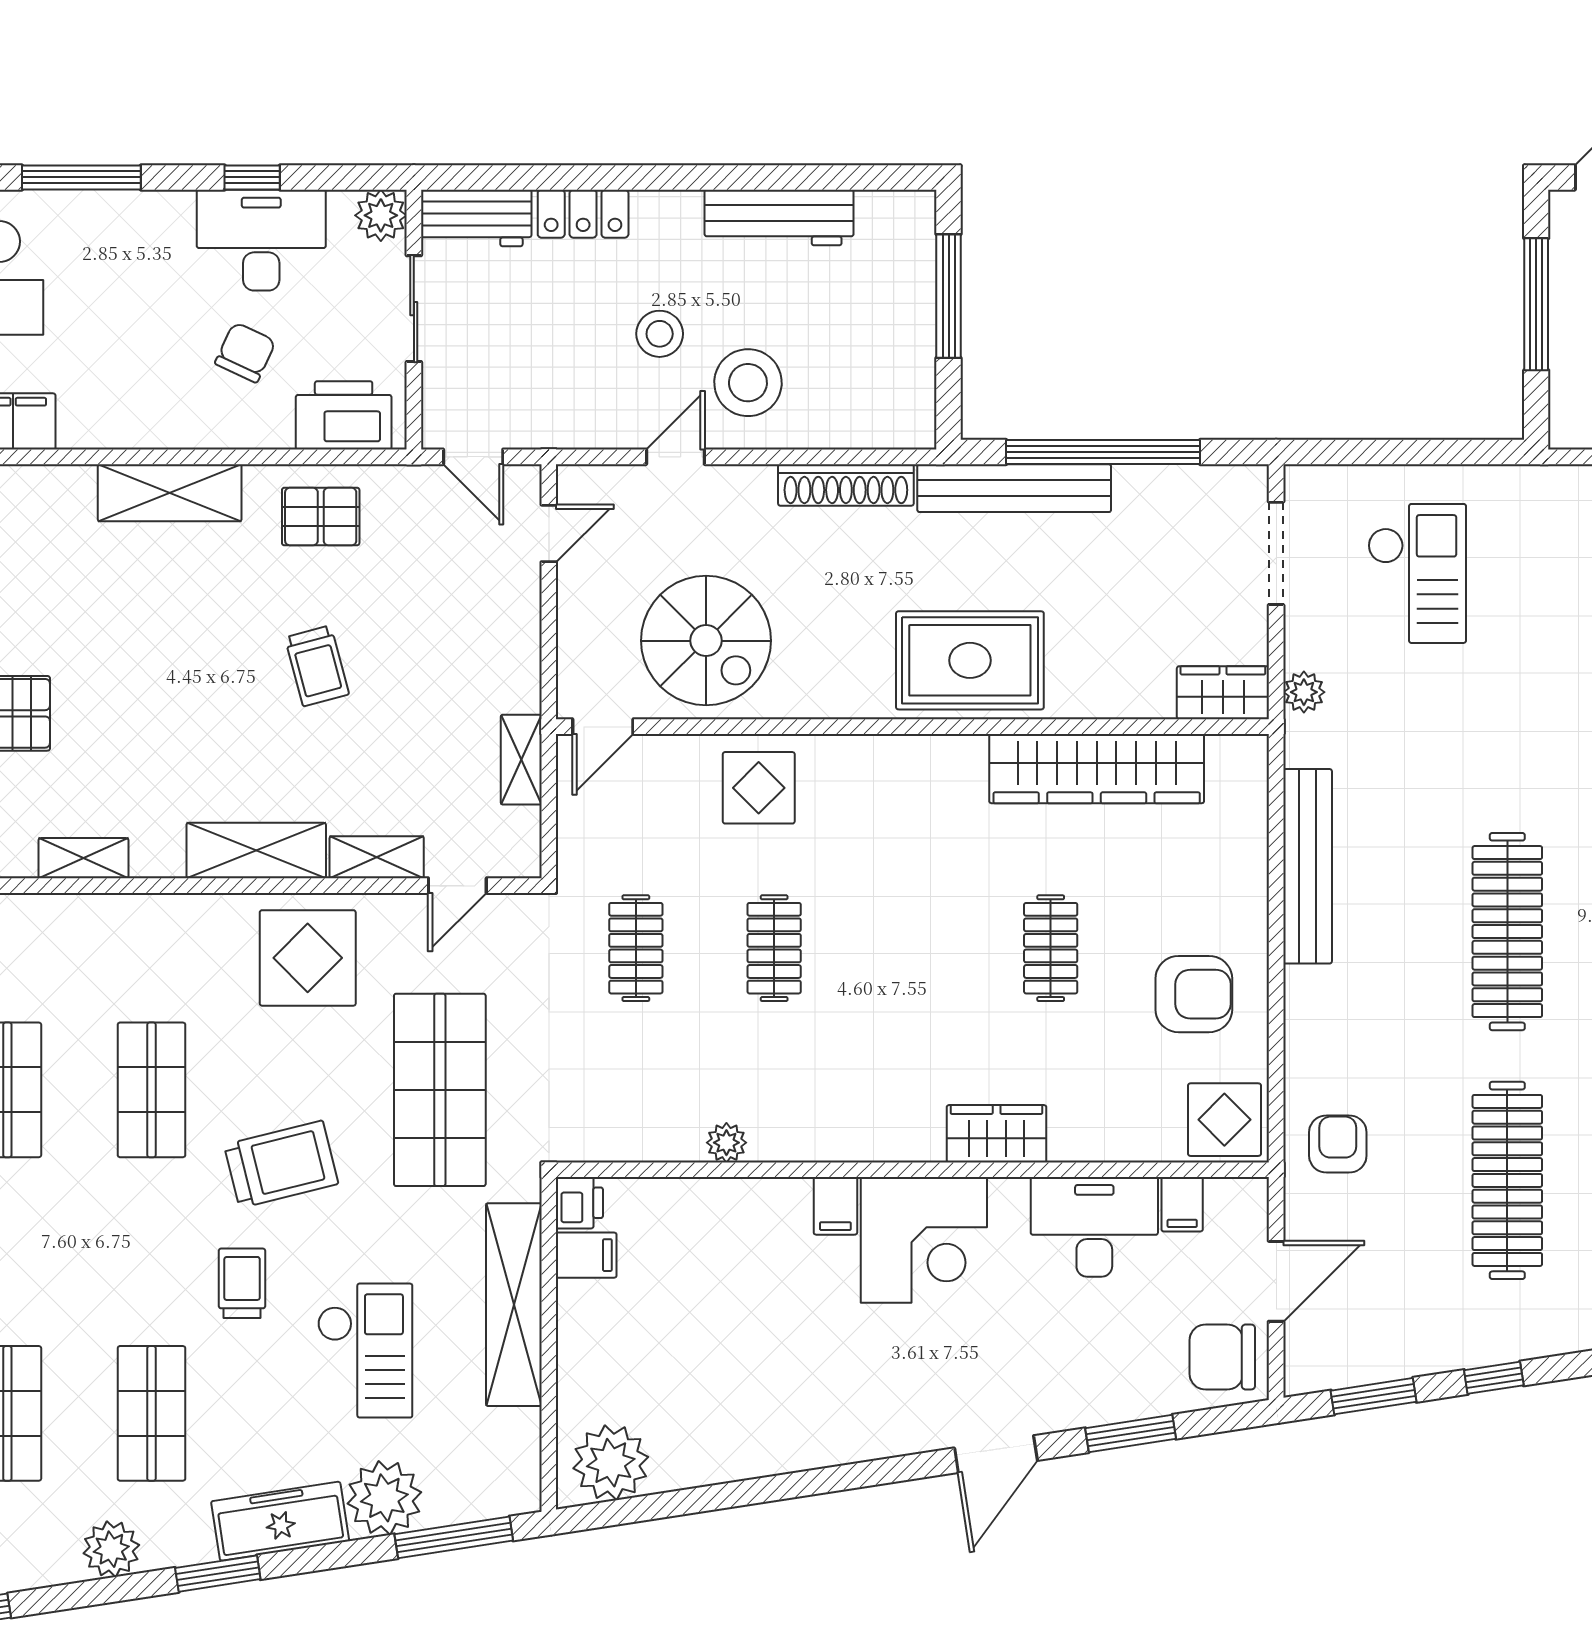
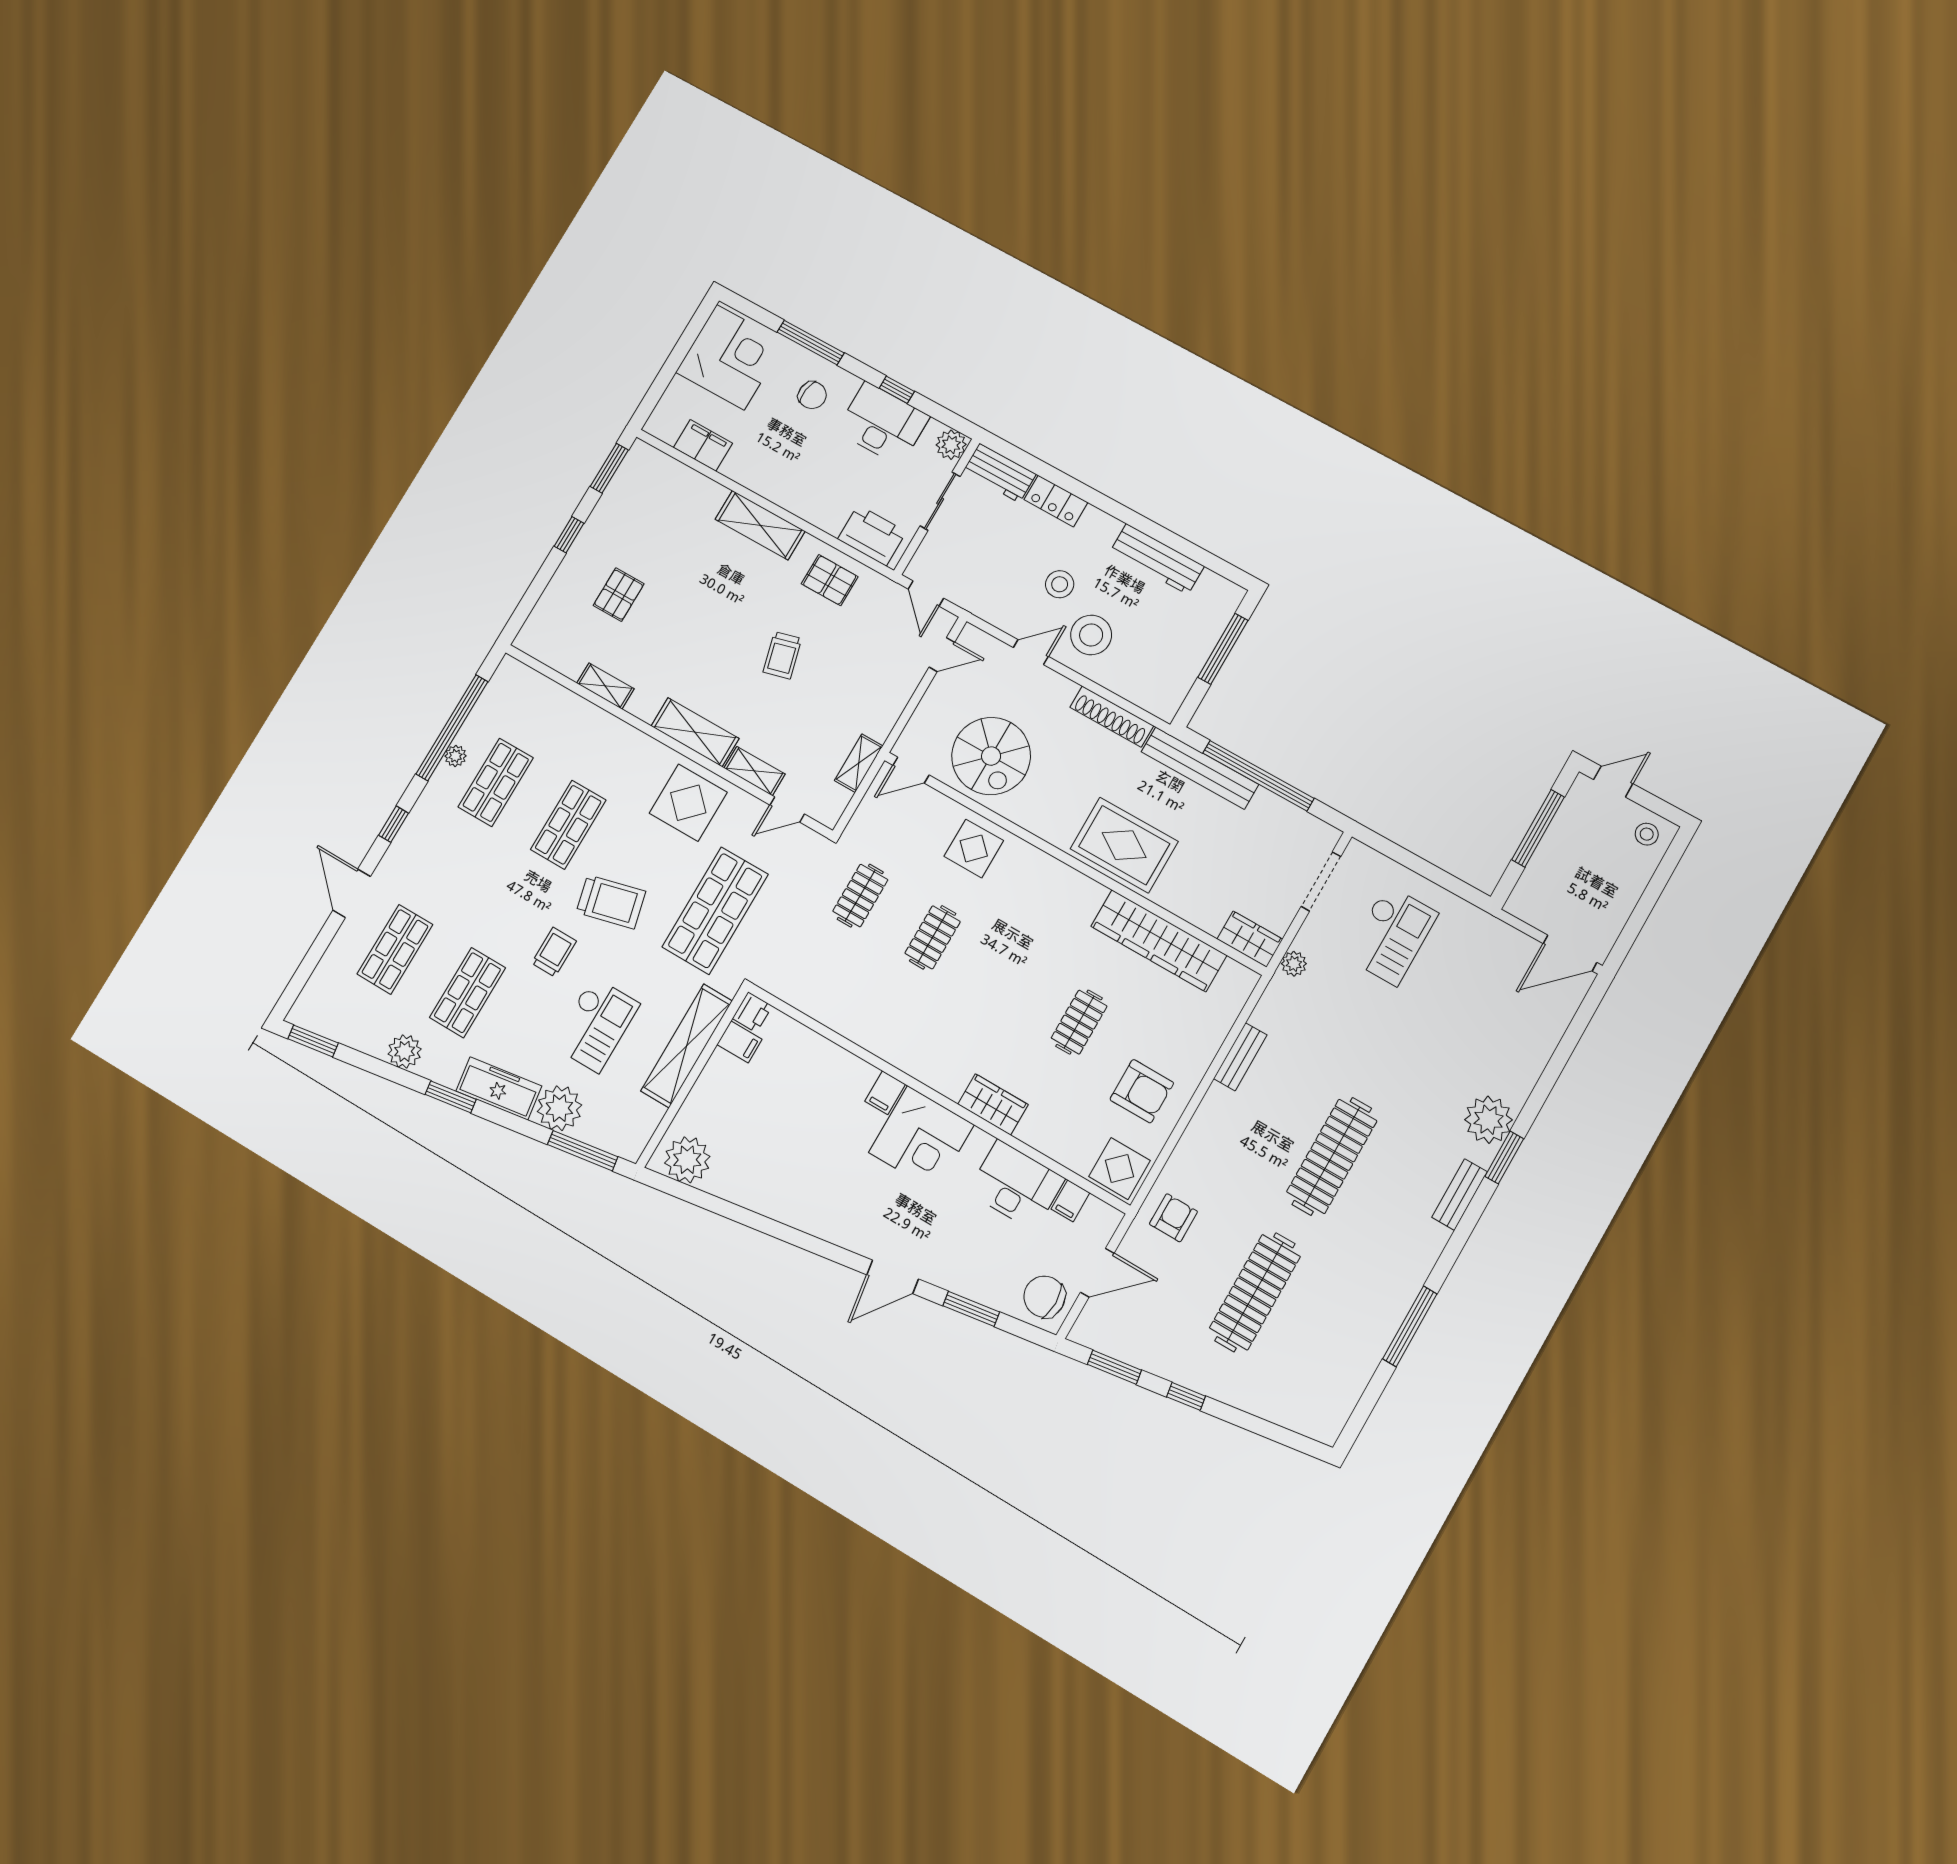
chair: (245, 352) -> (812, 395), moved, turned 72
bench: (1308, 866) -> (1240, 1057), width x0.54, depth x0.82
plant: (726, 1143) -> (847, 1026), removed

